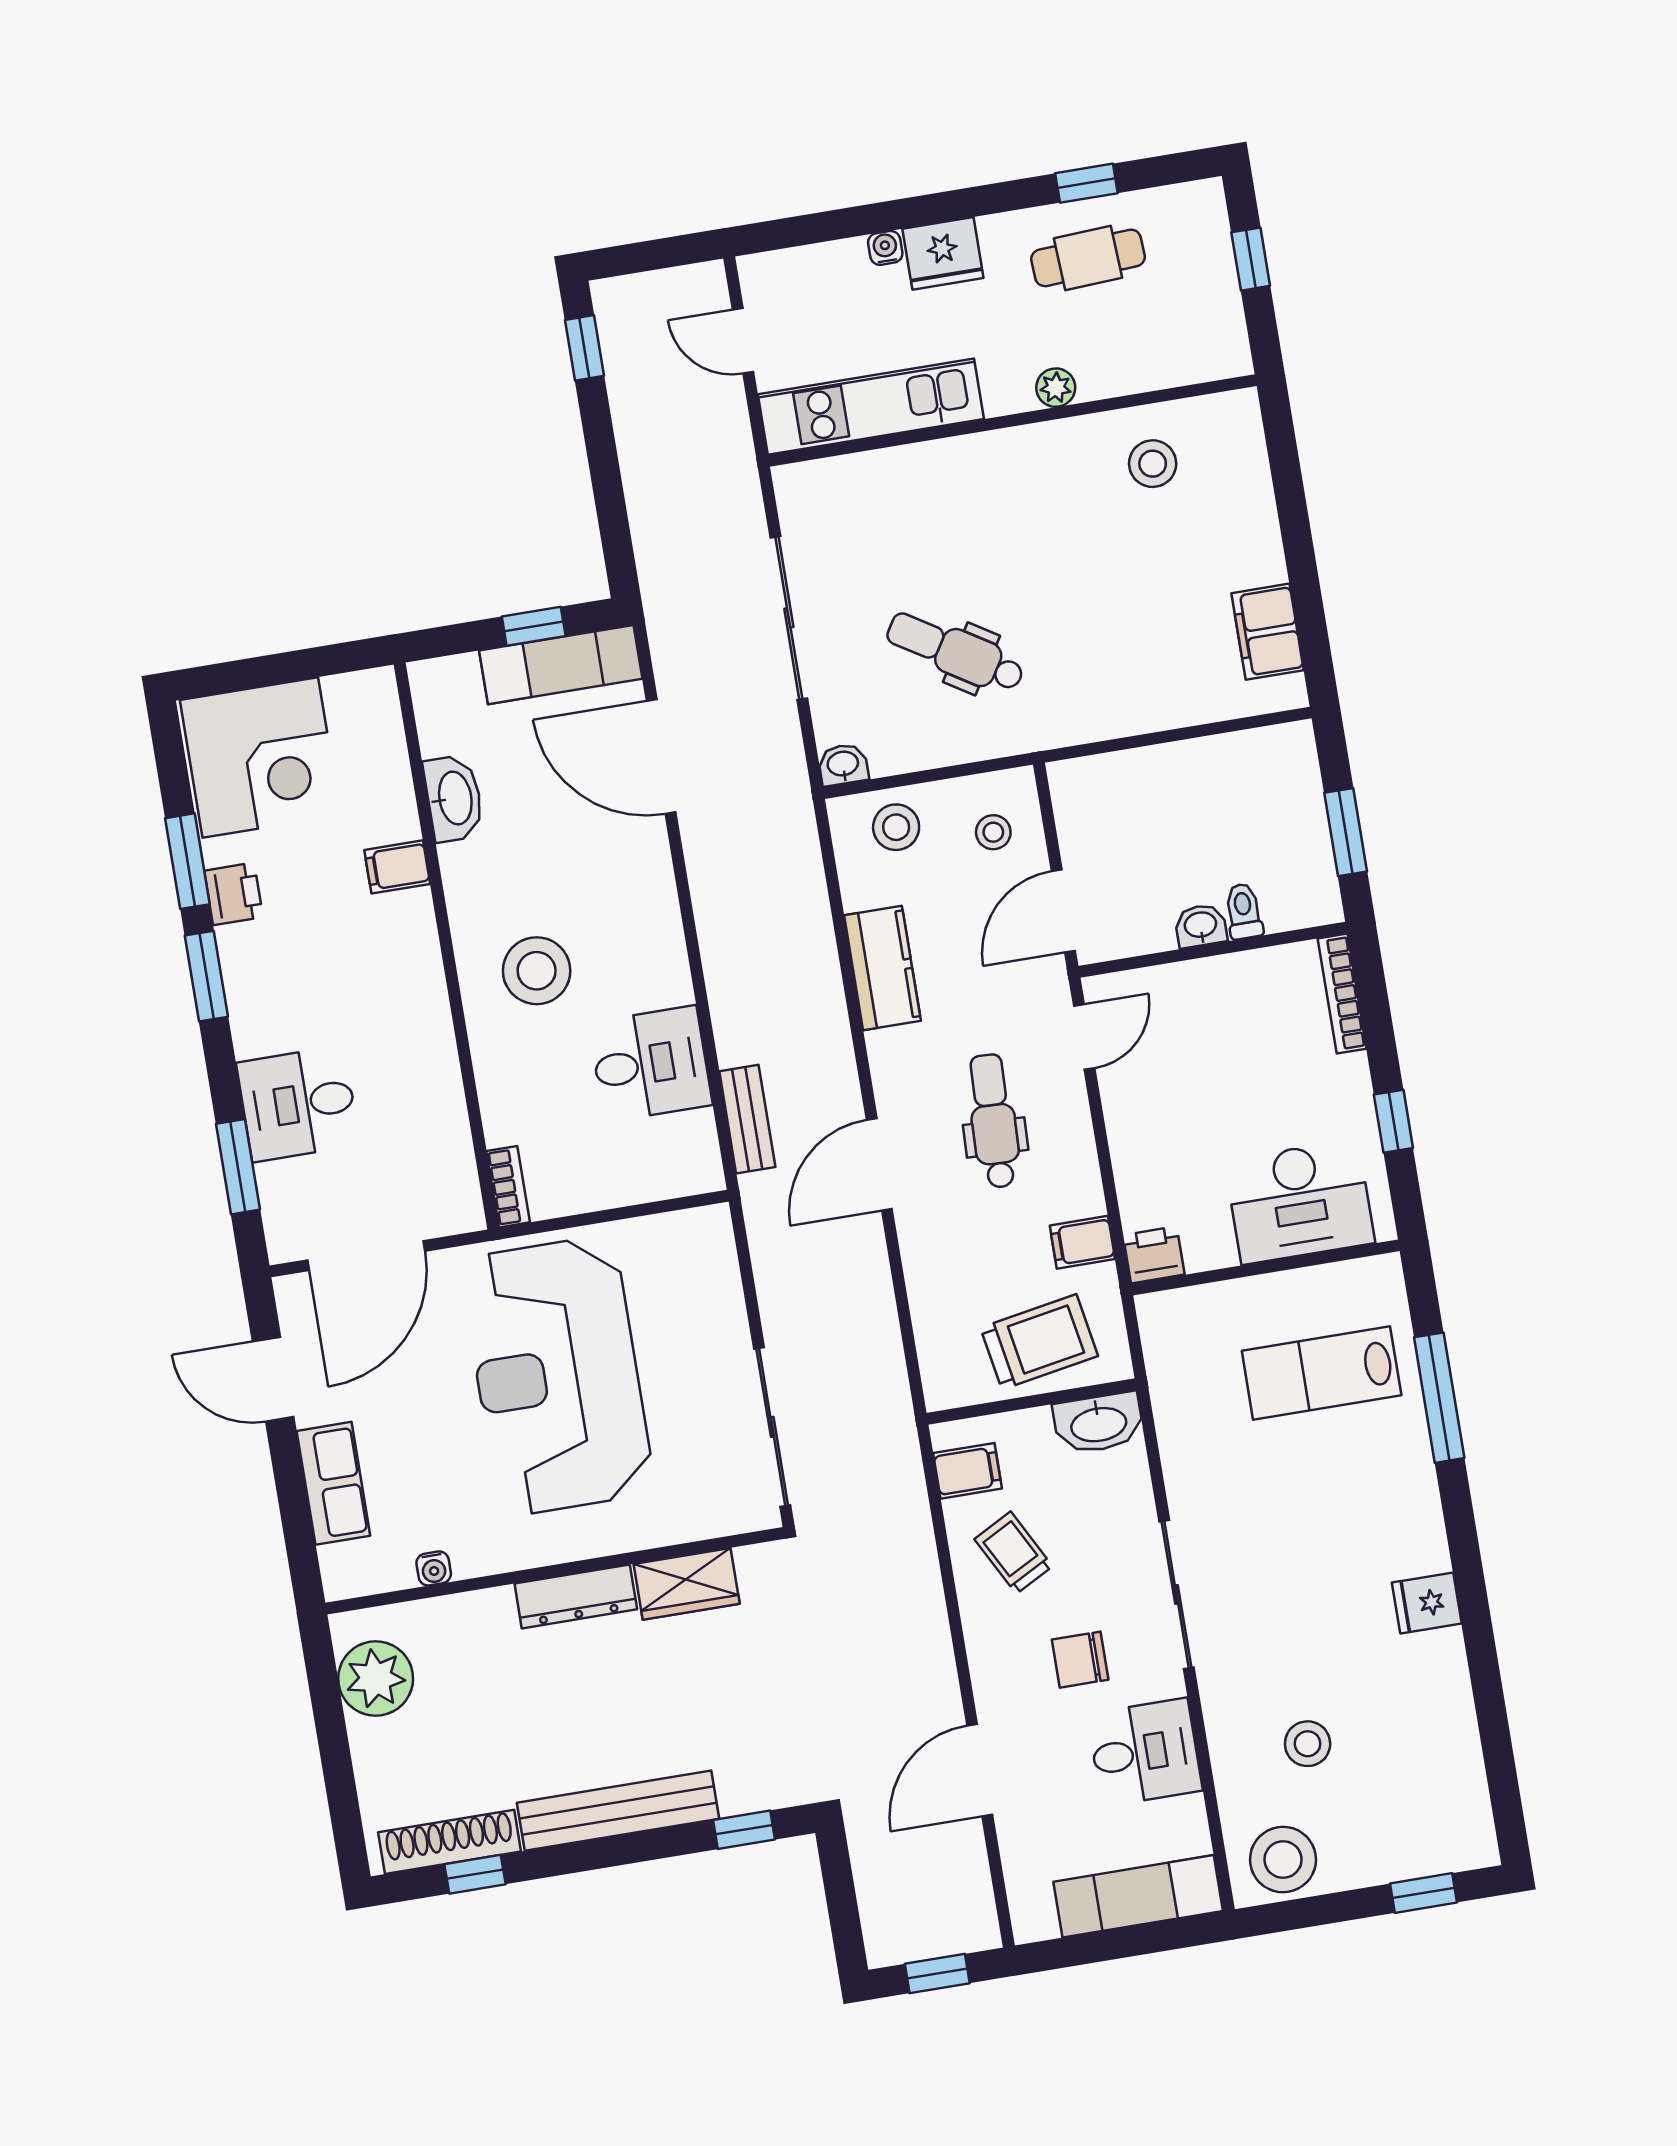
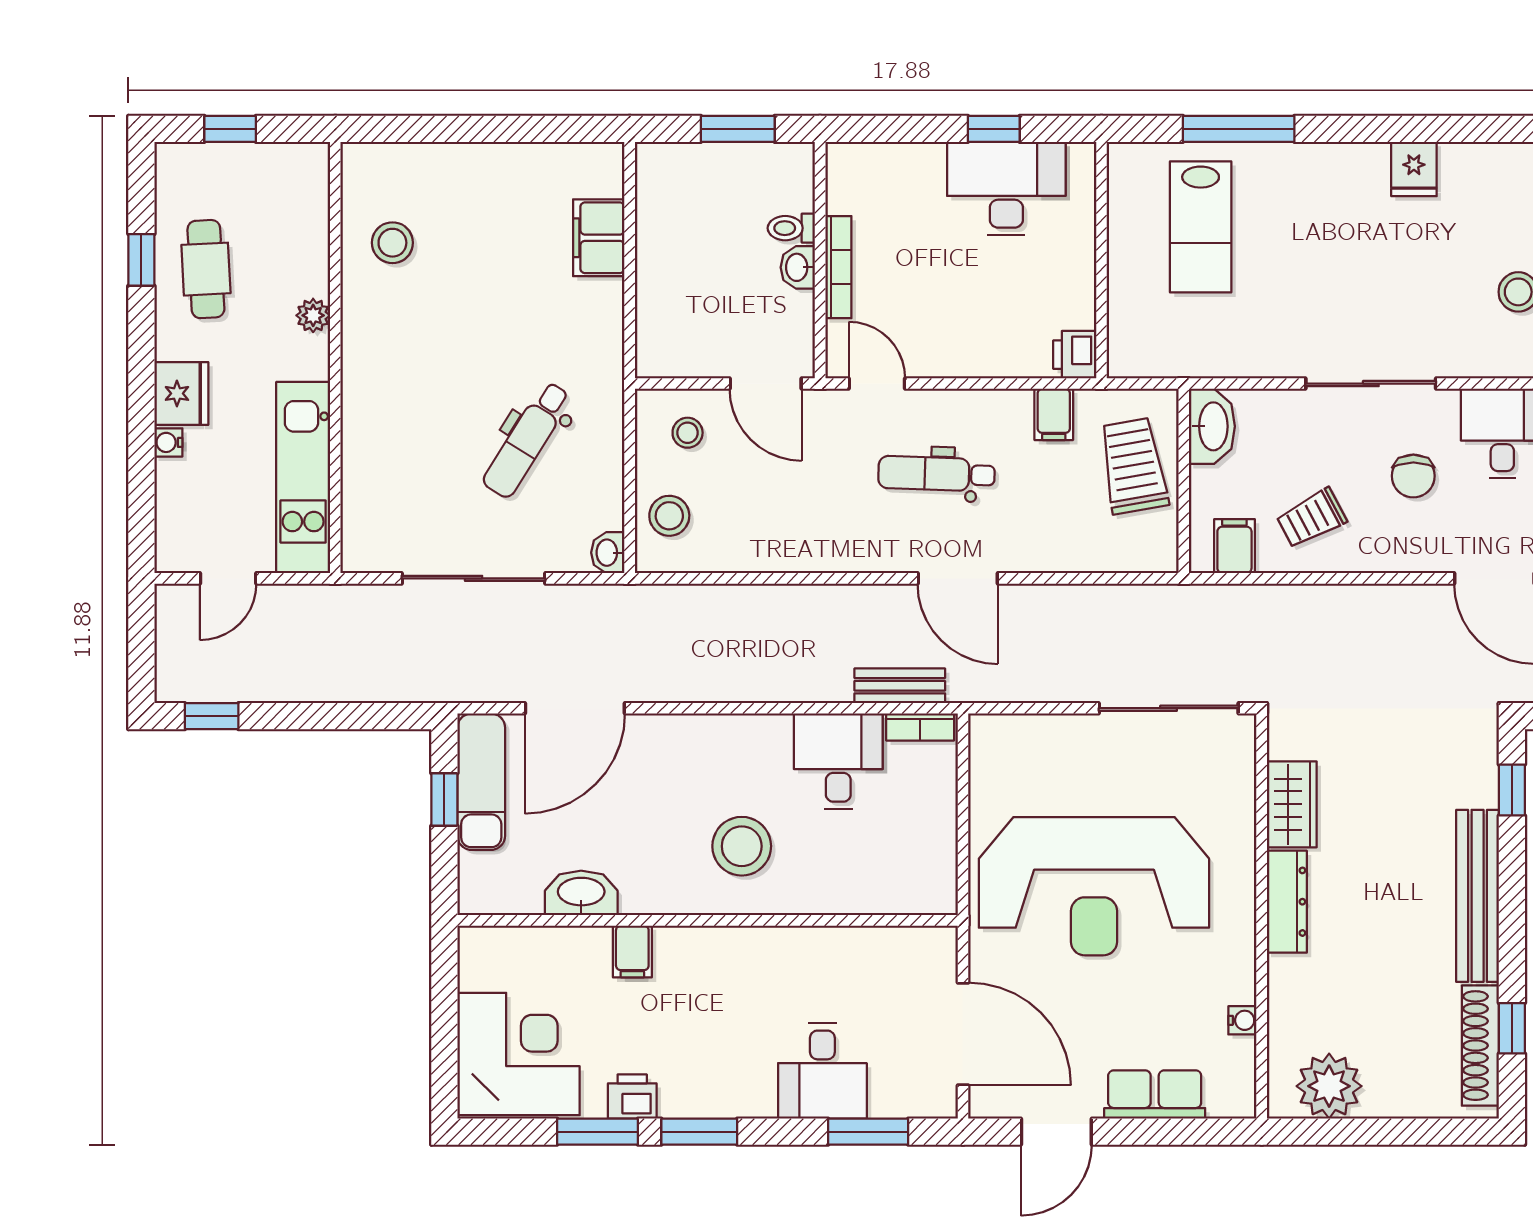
filing cabinet: (1268, 632) -> (599, 238), moved, turned 90
kitchen counter: (882, 968) -> (789, 548), removed
bookcase: (1342, 994) -> (838, 267), moved, turned -90
bookcase: (508, 1187) -> (920, 727), moved, turned 180
desk: (1300, 1202) -> (1006, 189), moved, turned -90

